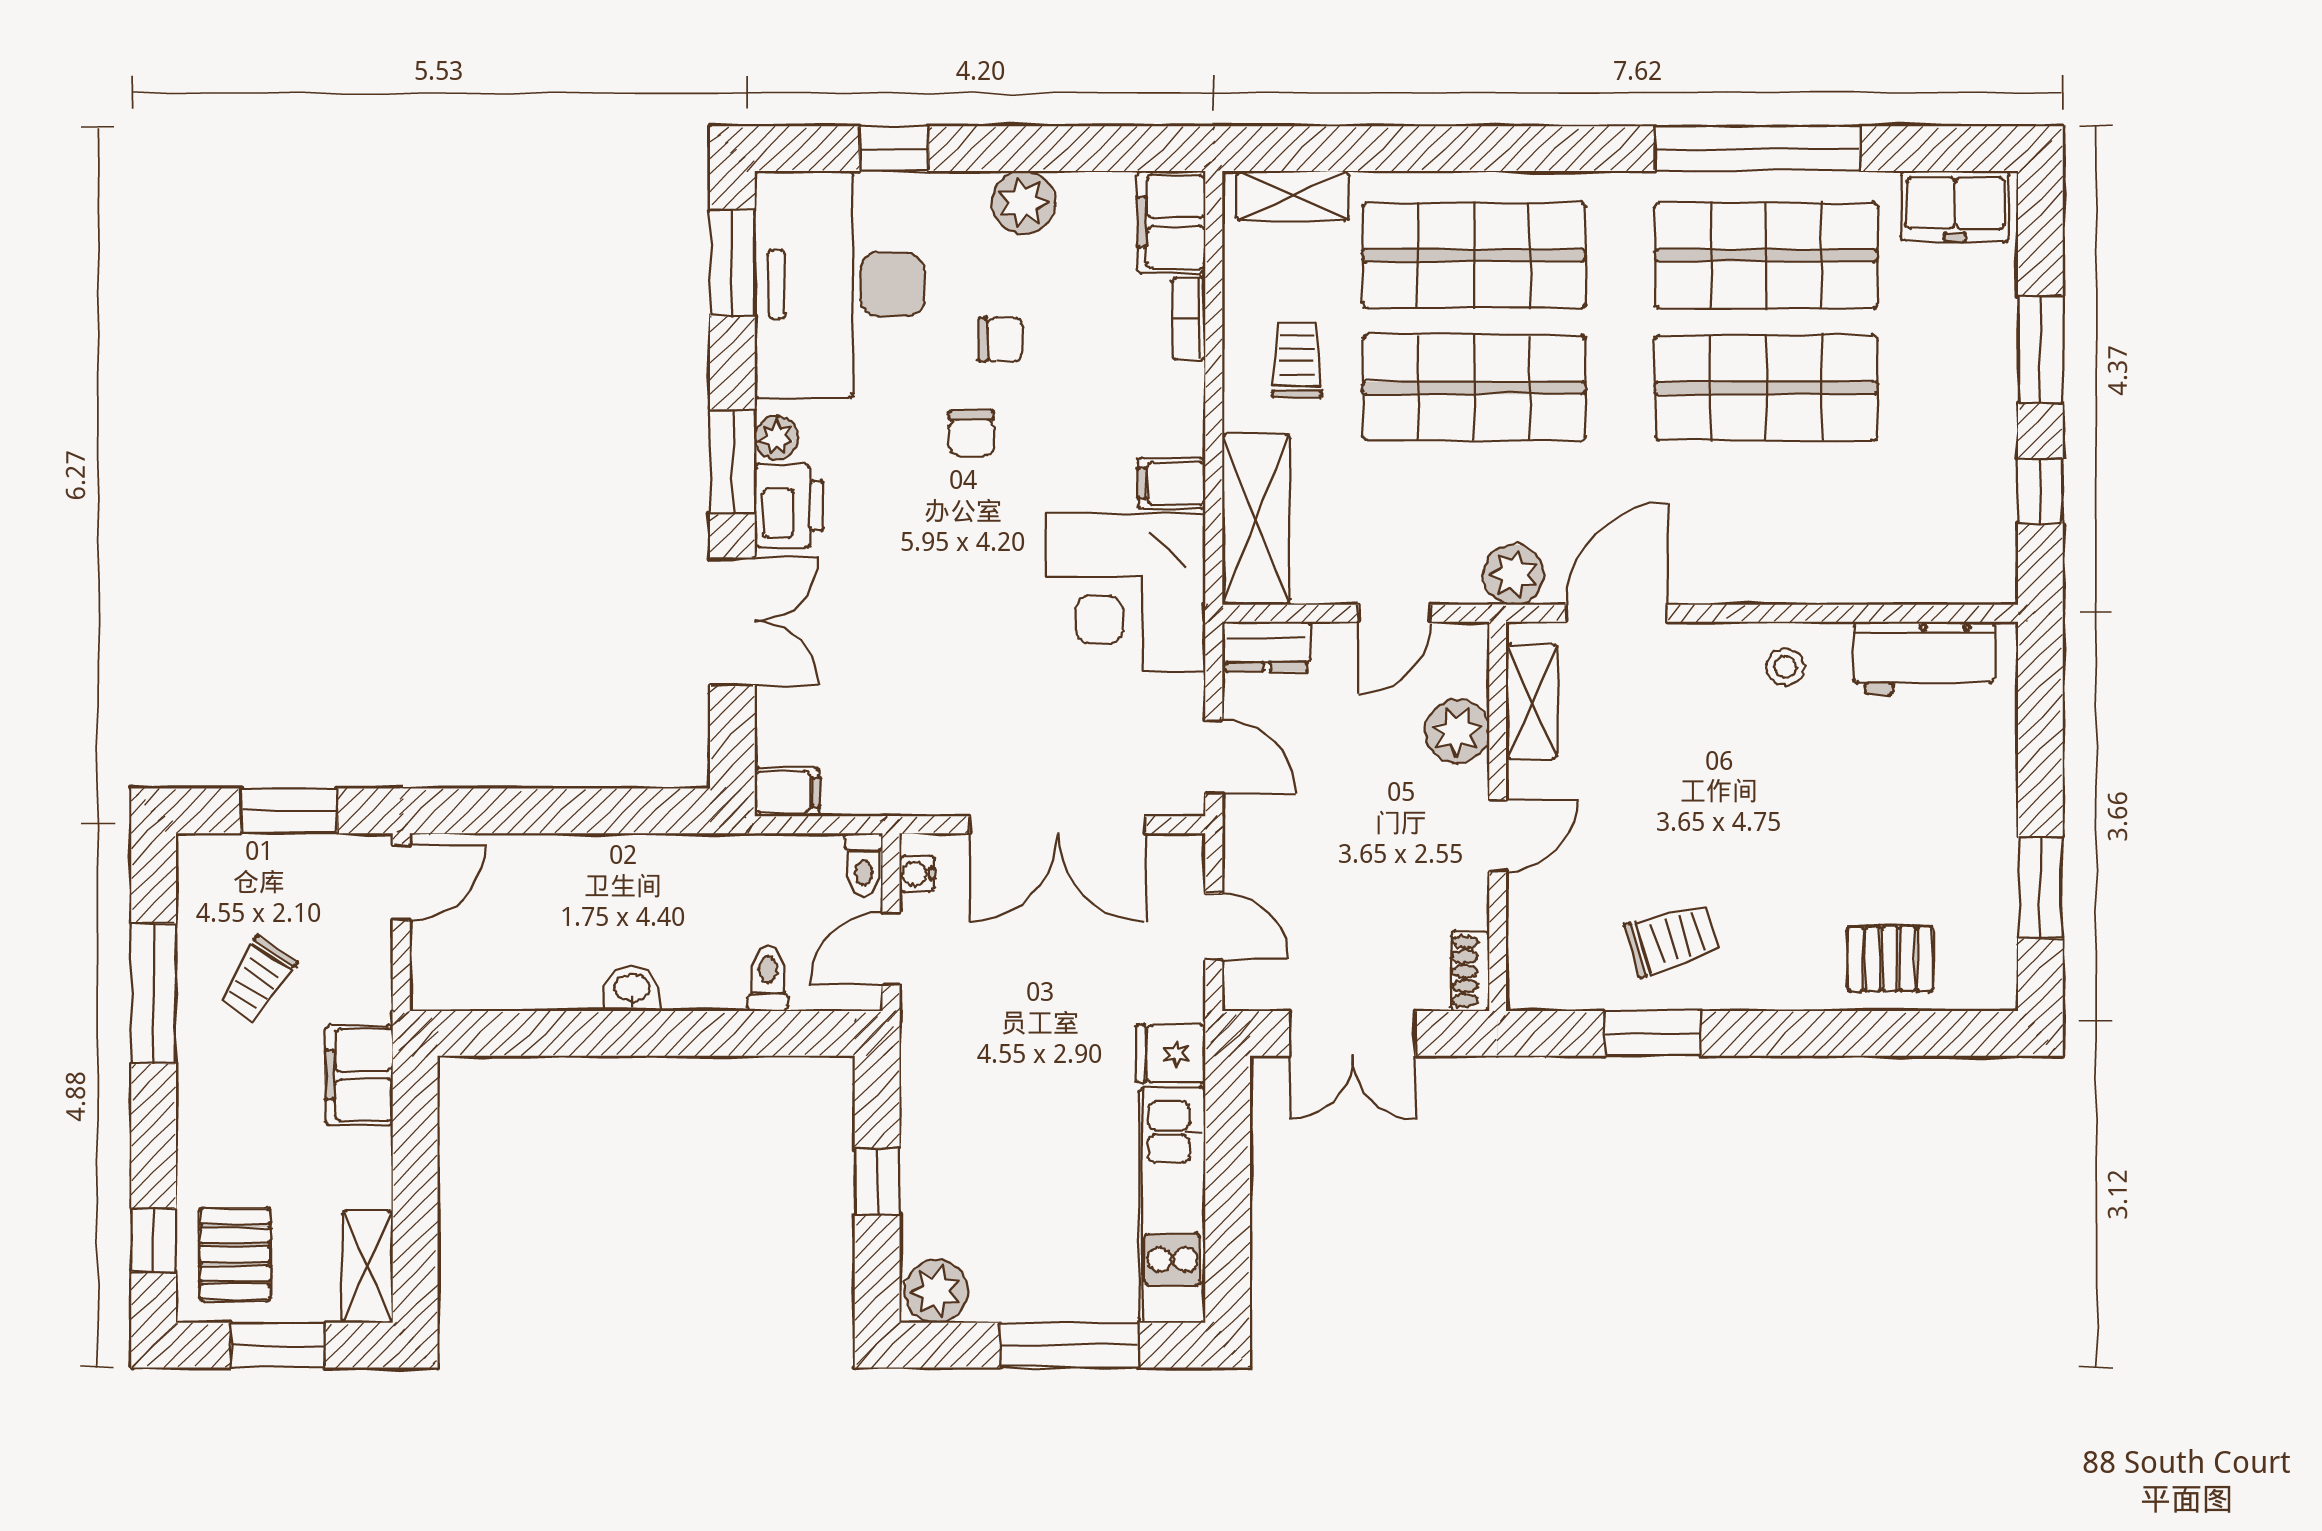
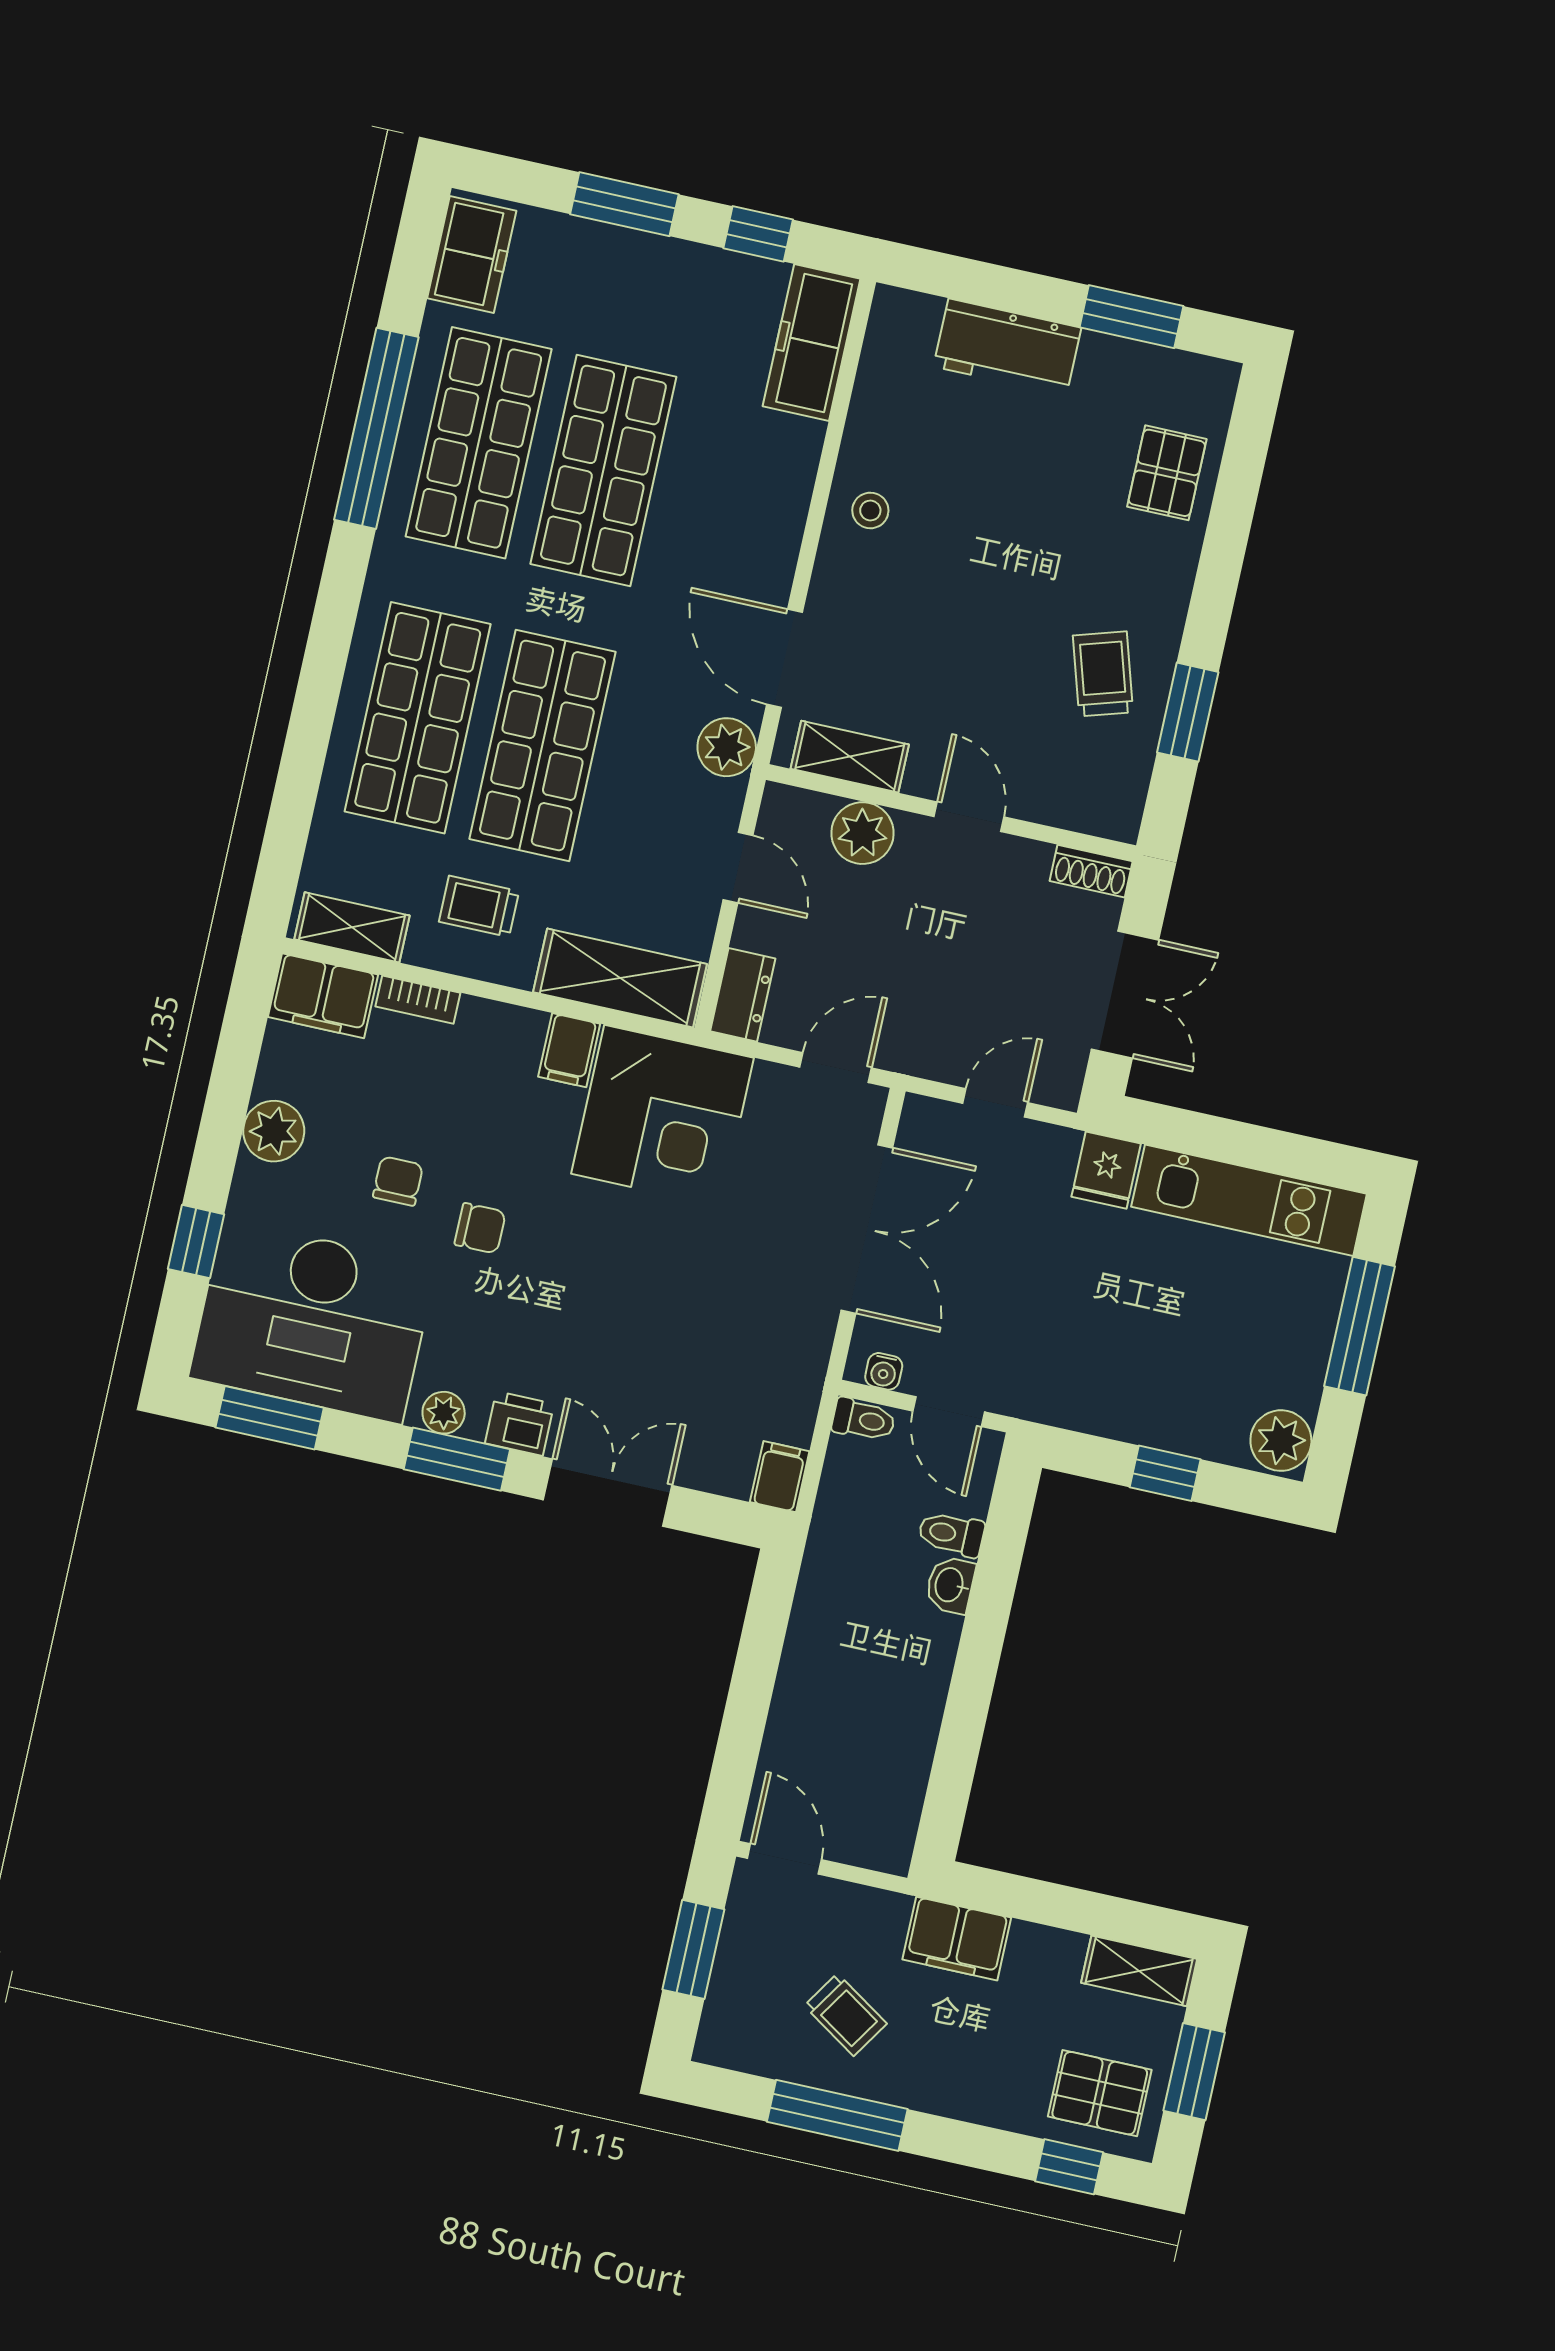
shelving: (1293, 196) -> (352, 927), moved, turned 90
printer: (789, 506) -> (519, 1424), width x0.73, depth x0.81
freezer: (1942, 570) -> (812, 342), added
workbench: (1924, 658) -> (1007, 347), moved, turned 90
washbasin: (632, 989) -> (950, 1585), moved

